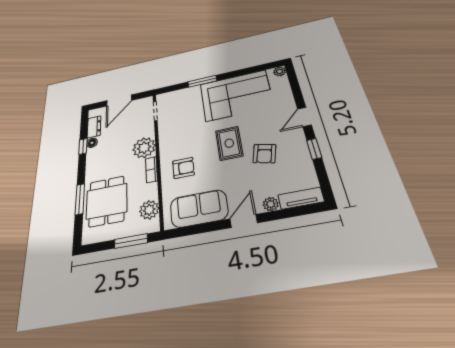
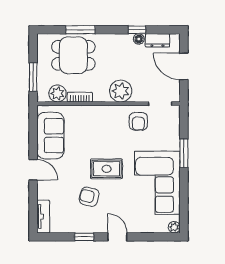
armchair: (183, 168) -> (138, 121), moved
bookcase: (151, 170) -> (80, 97), moved
plant: (271, 204) -> (43, 193), removed

